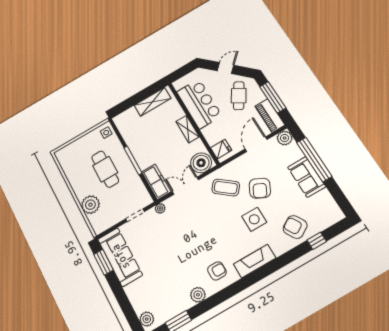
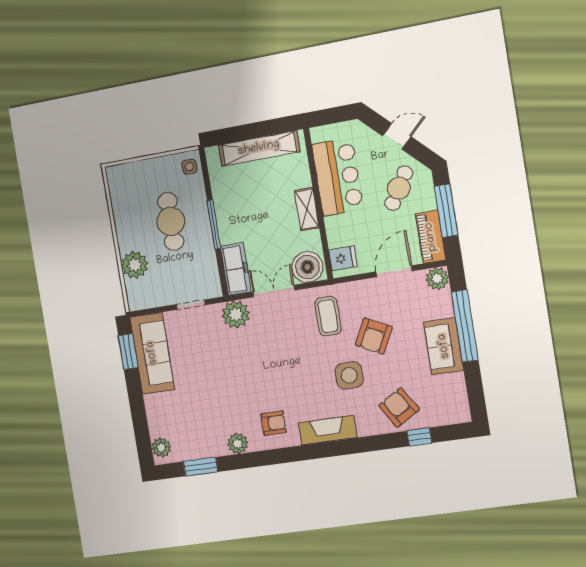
shelving: (153, 102) -> (259, 148), width x1.47
coffee table: (226, 188) -> (328, 316), turned 51
plant: (160, 208) -> (236, 314), width x1.88, depth x1.88

